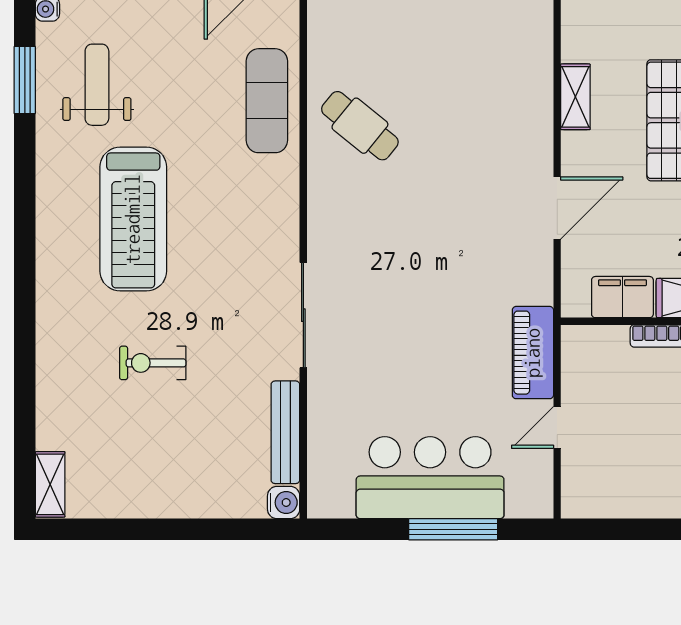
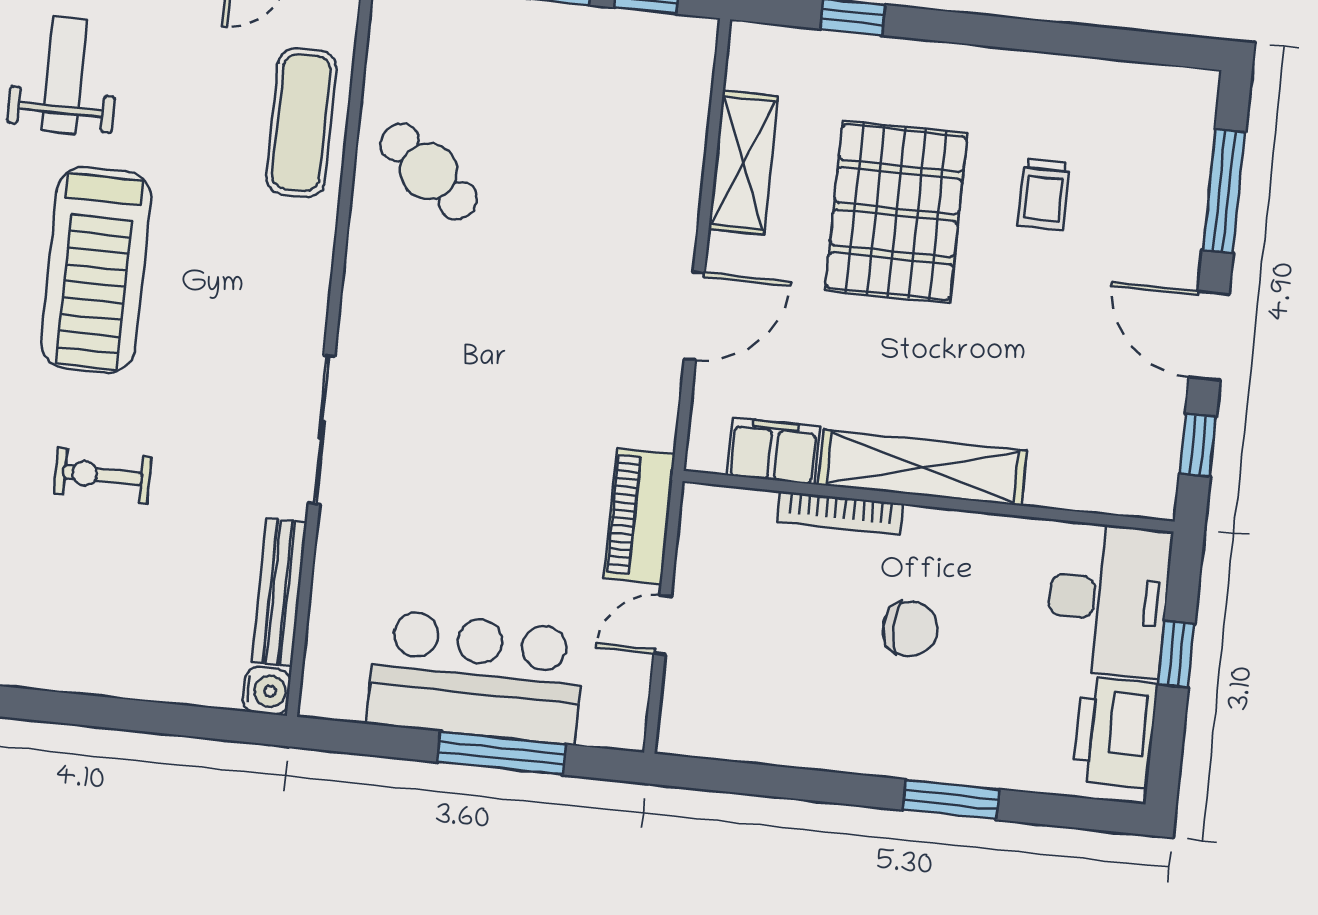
shelving: (575, 97) -> (743, 163), width x1.50, depth x1.33

